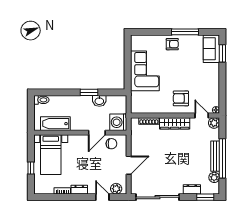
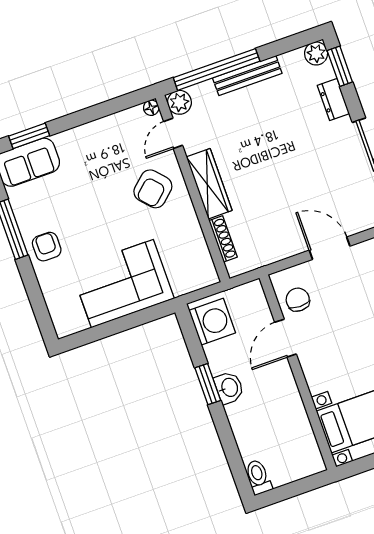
armchair: (181, 98) -> (153, 189), turned 48
washbasin: (99, 101) -> (229, 388), moved
washing machine: (118, 122) -> (212, 322), moved, turned -90
bathtub: (55, 124) -> (297, 431), removed
door: (97, 133) -> (286, 338), swing flipped
window: (222, 158) -> (217, 69), moved
plant: (214, 177) -> (316, 53), moved

